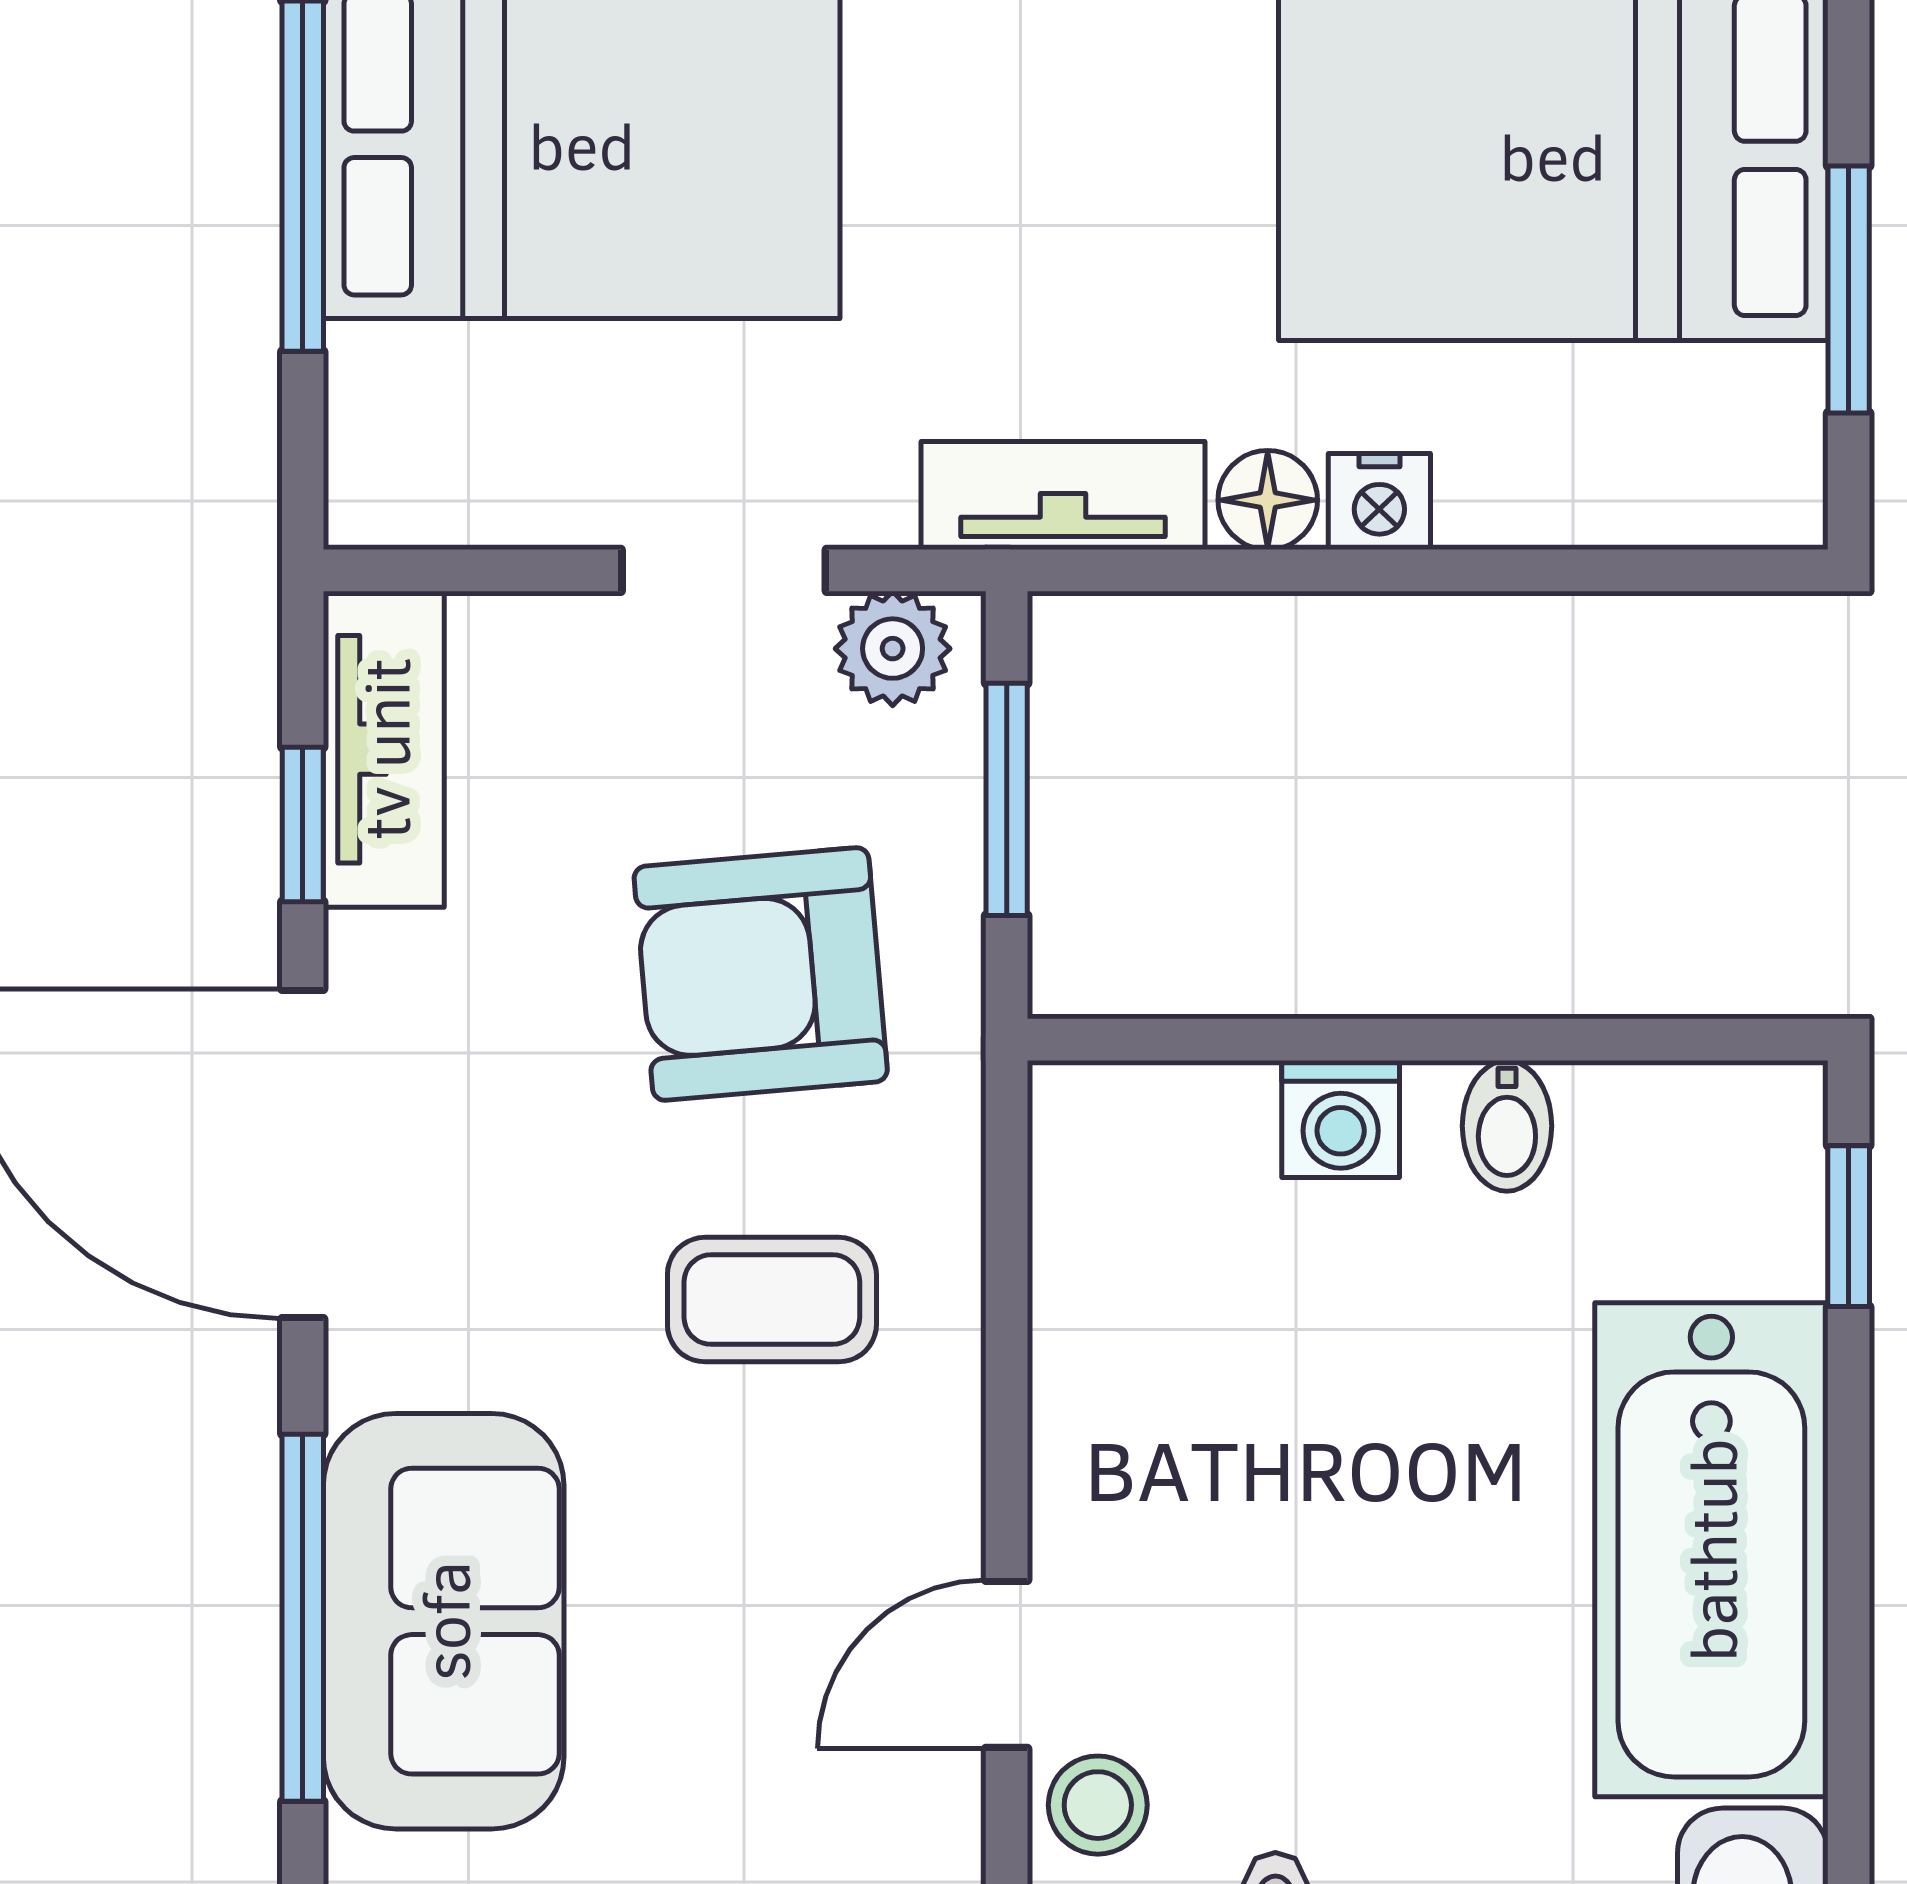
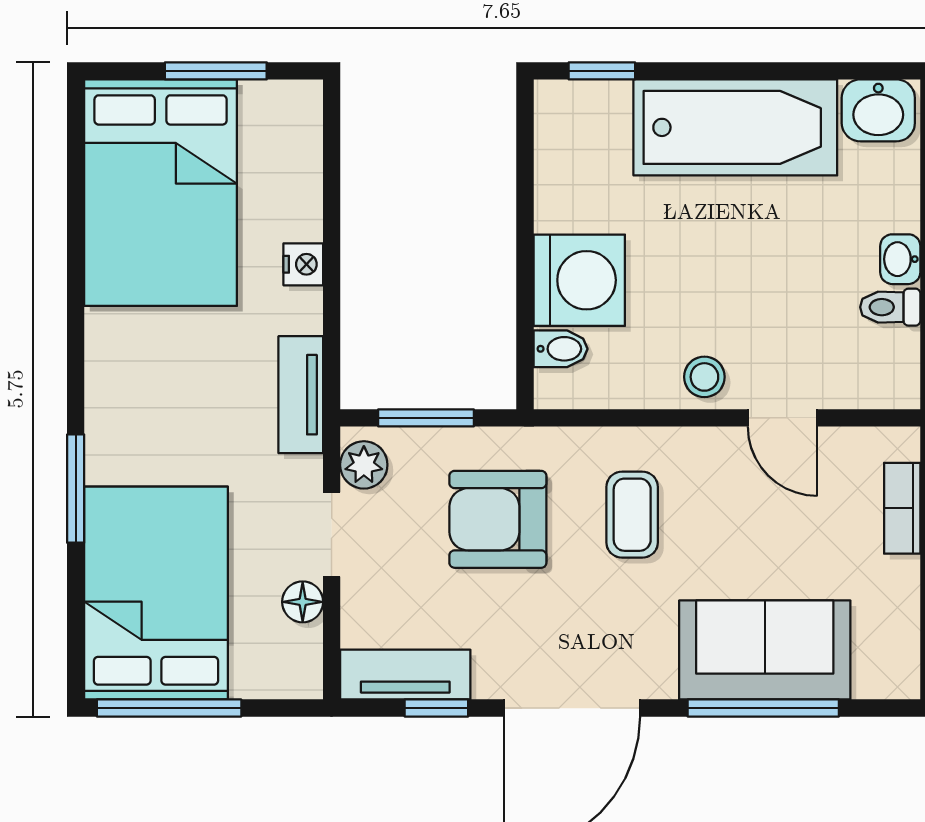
floor lamp: (1268, 500) -> (303, 602), moved
armchair: (761, 974) -> (498, 519), turned 95
washing machine: (1341, 1119) -> (579, 280), width x1.89, depth x1.89
bidet: (1507, 1126) -> (561, 349), moved
stool: (1098, 1805) -> (704, 377), moved

